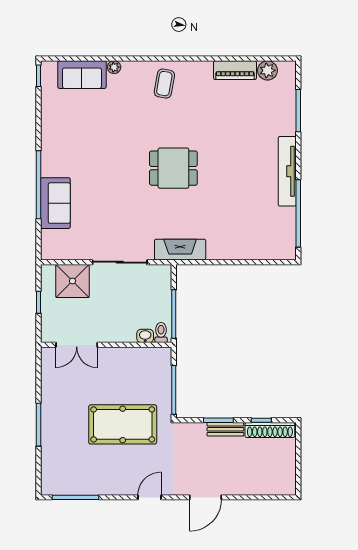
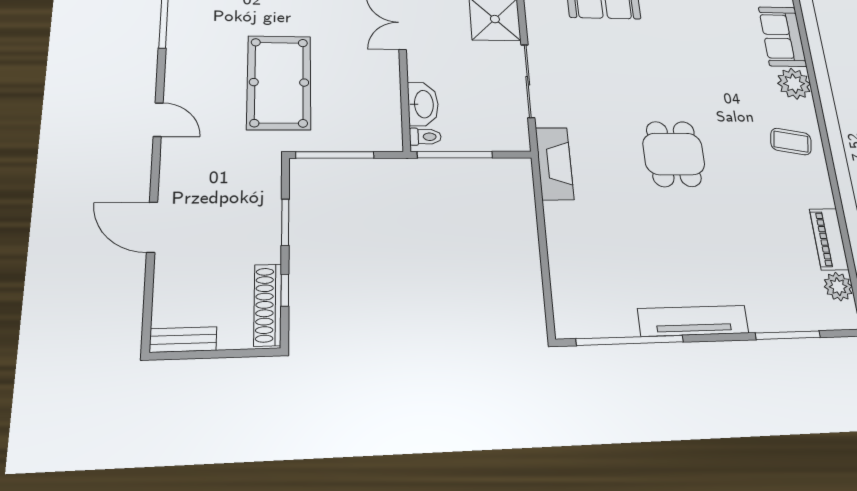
plant: (114, 67) -> (794, 84), width x1.87, depth x1.87
washbasin: (145, 336) -> (423, 104), width x1.91, depth x1.45
bench: (225, 429) -> (183, 340), moved, turned 90
door: (205, 497) -> (152, 227), moved

